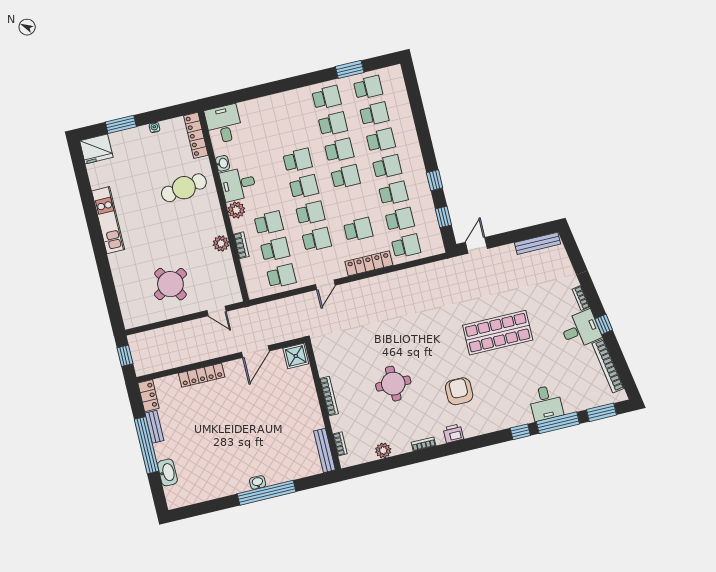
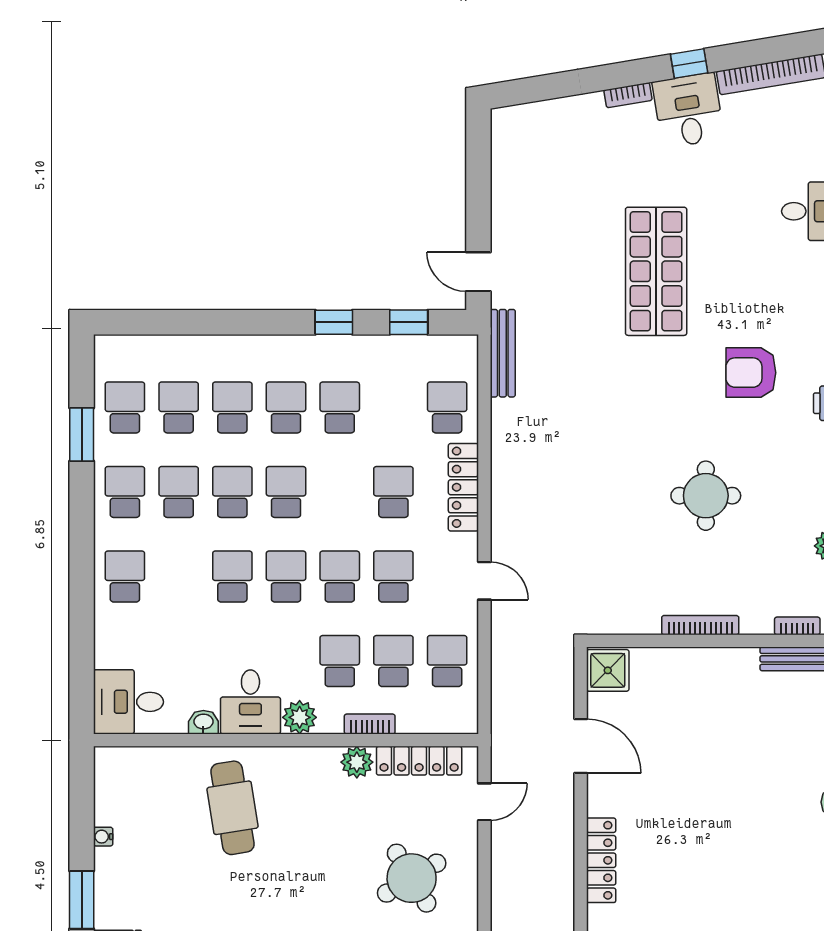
locker: (196, 135) -> (419, 761), moved
school desk: (400, 220) -> (125, 576), moved
bench: (538, 243) -> (503, 353), moved

